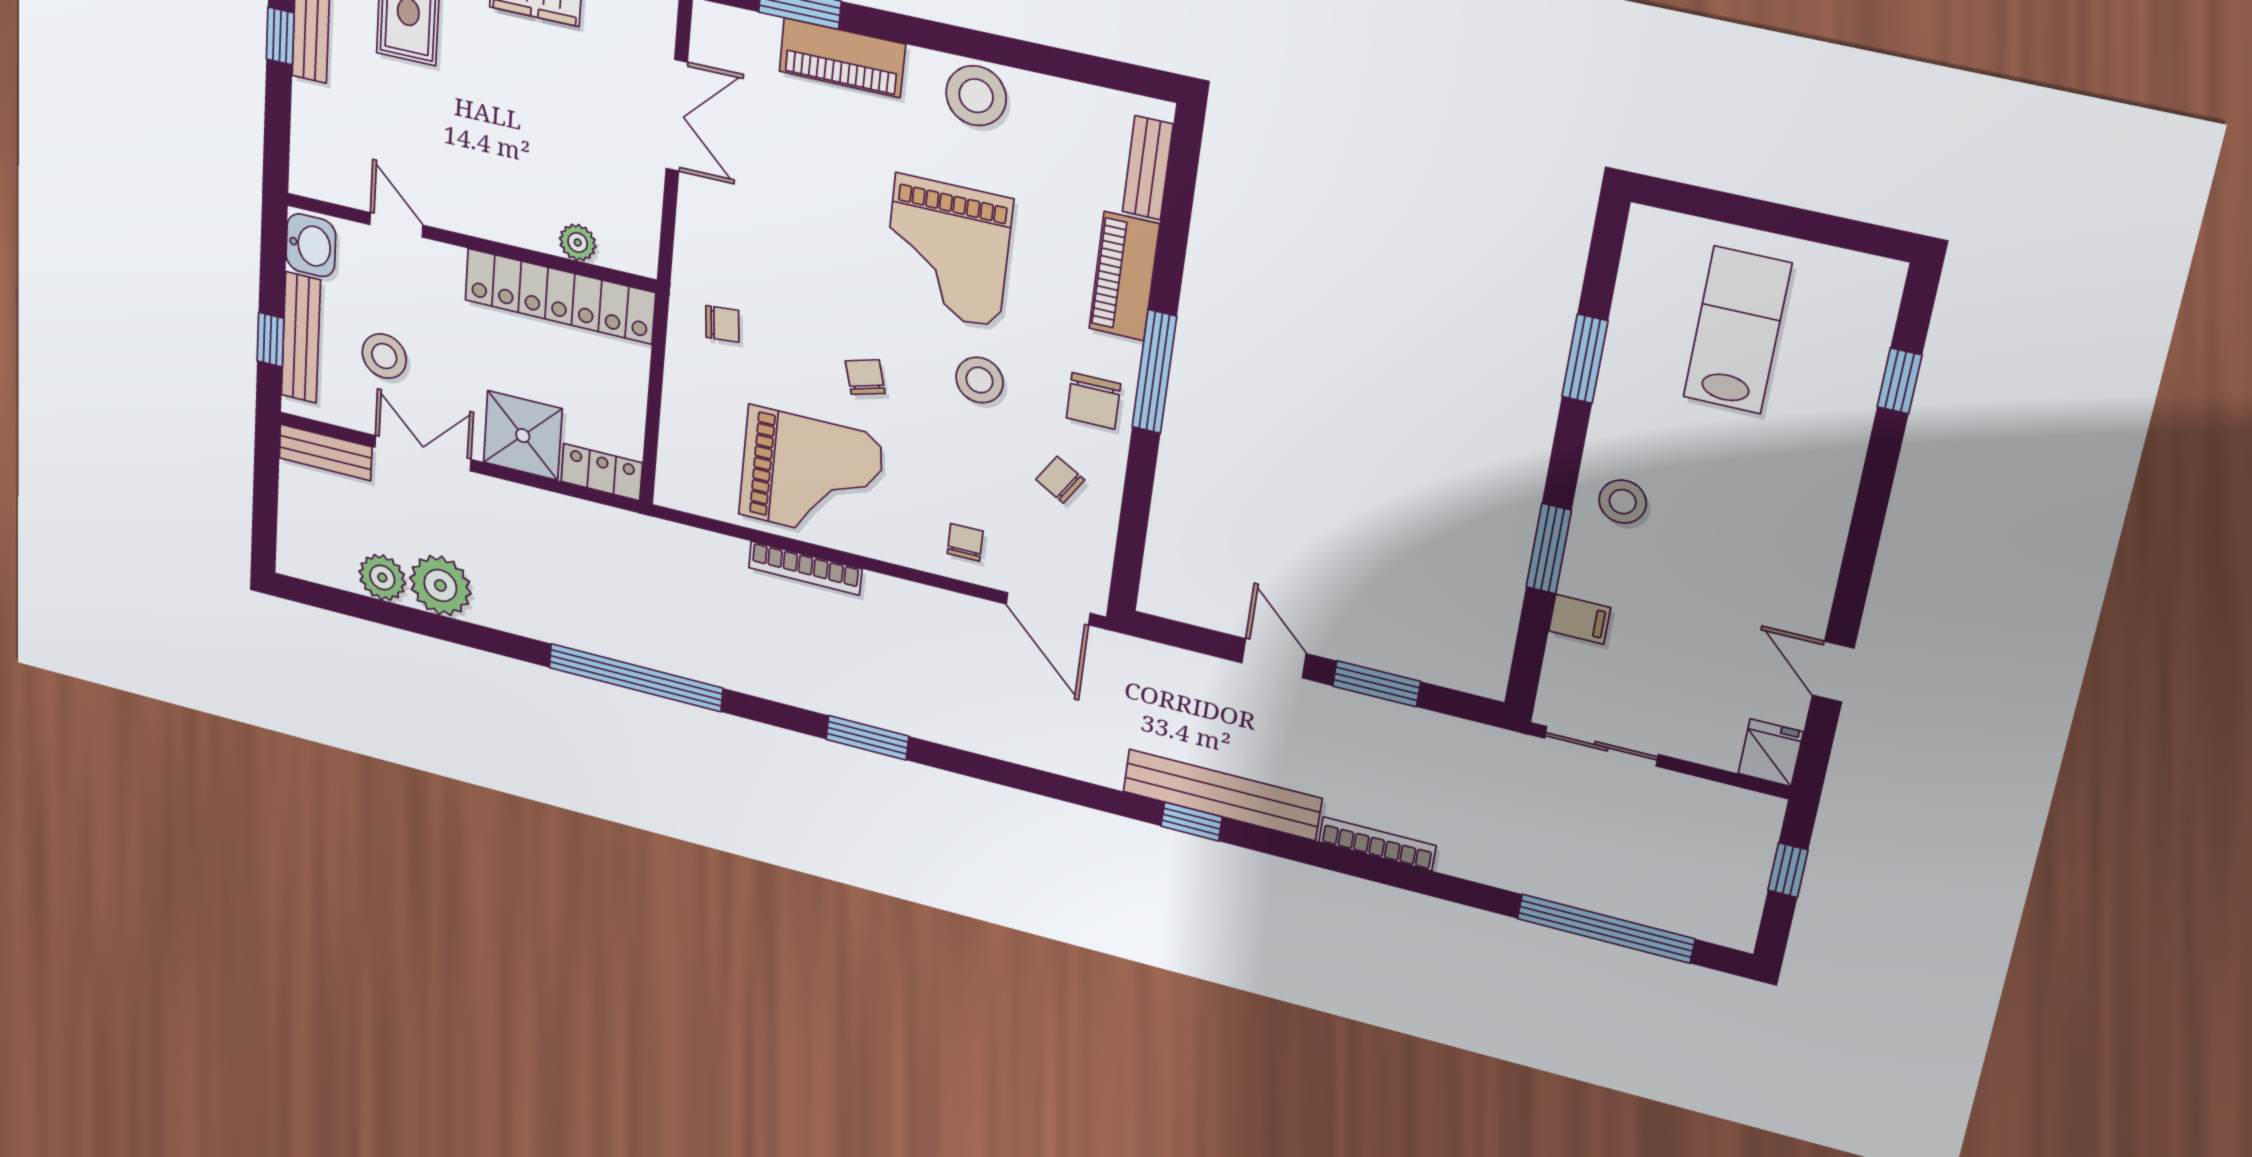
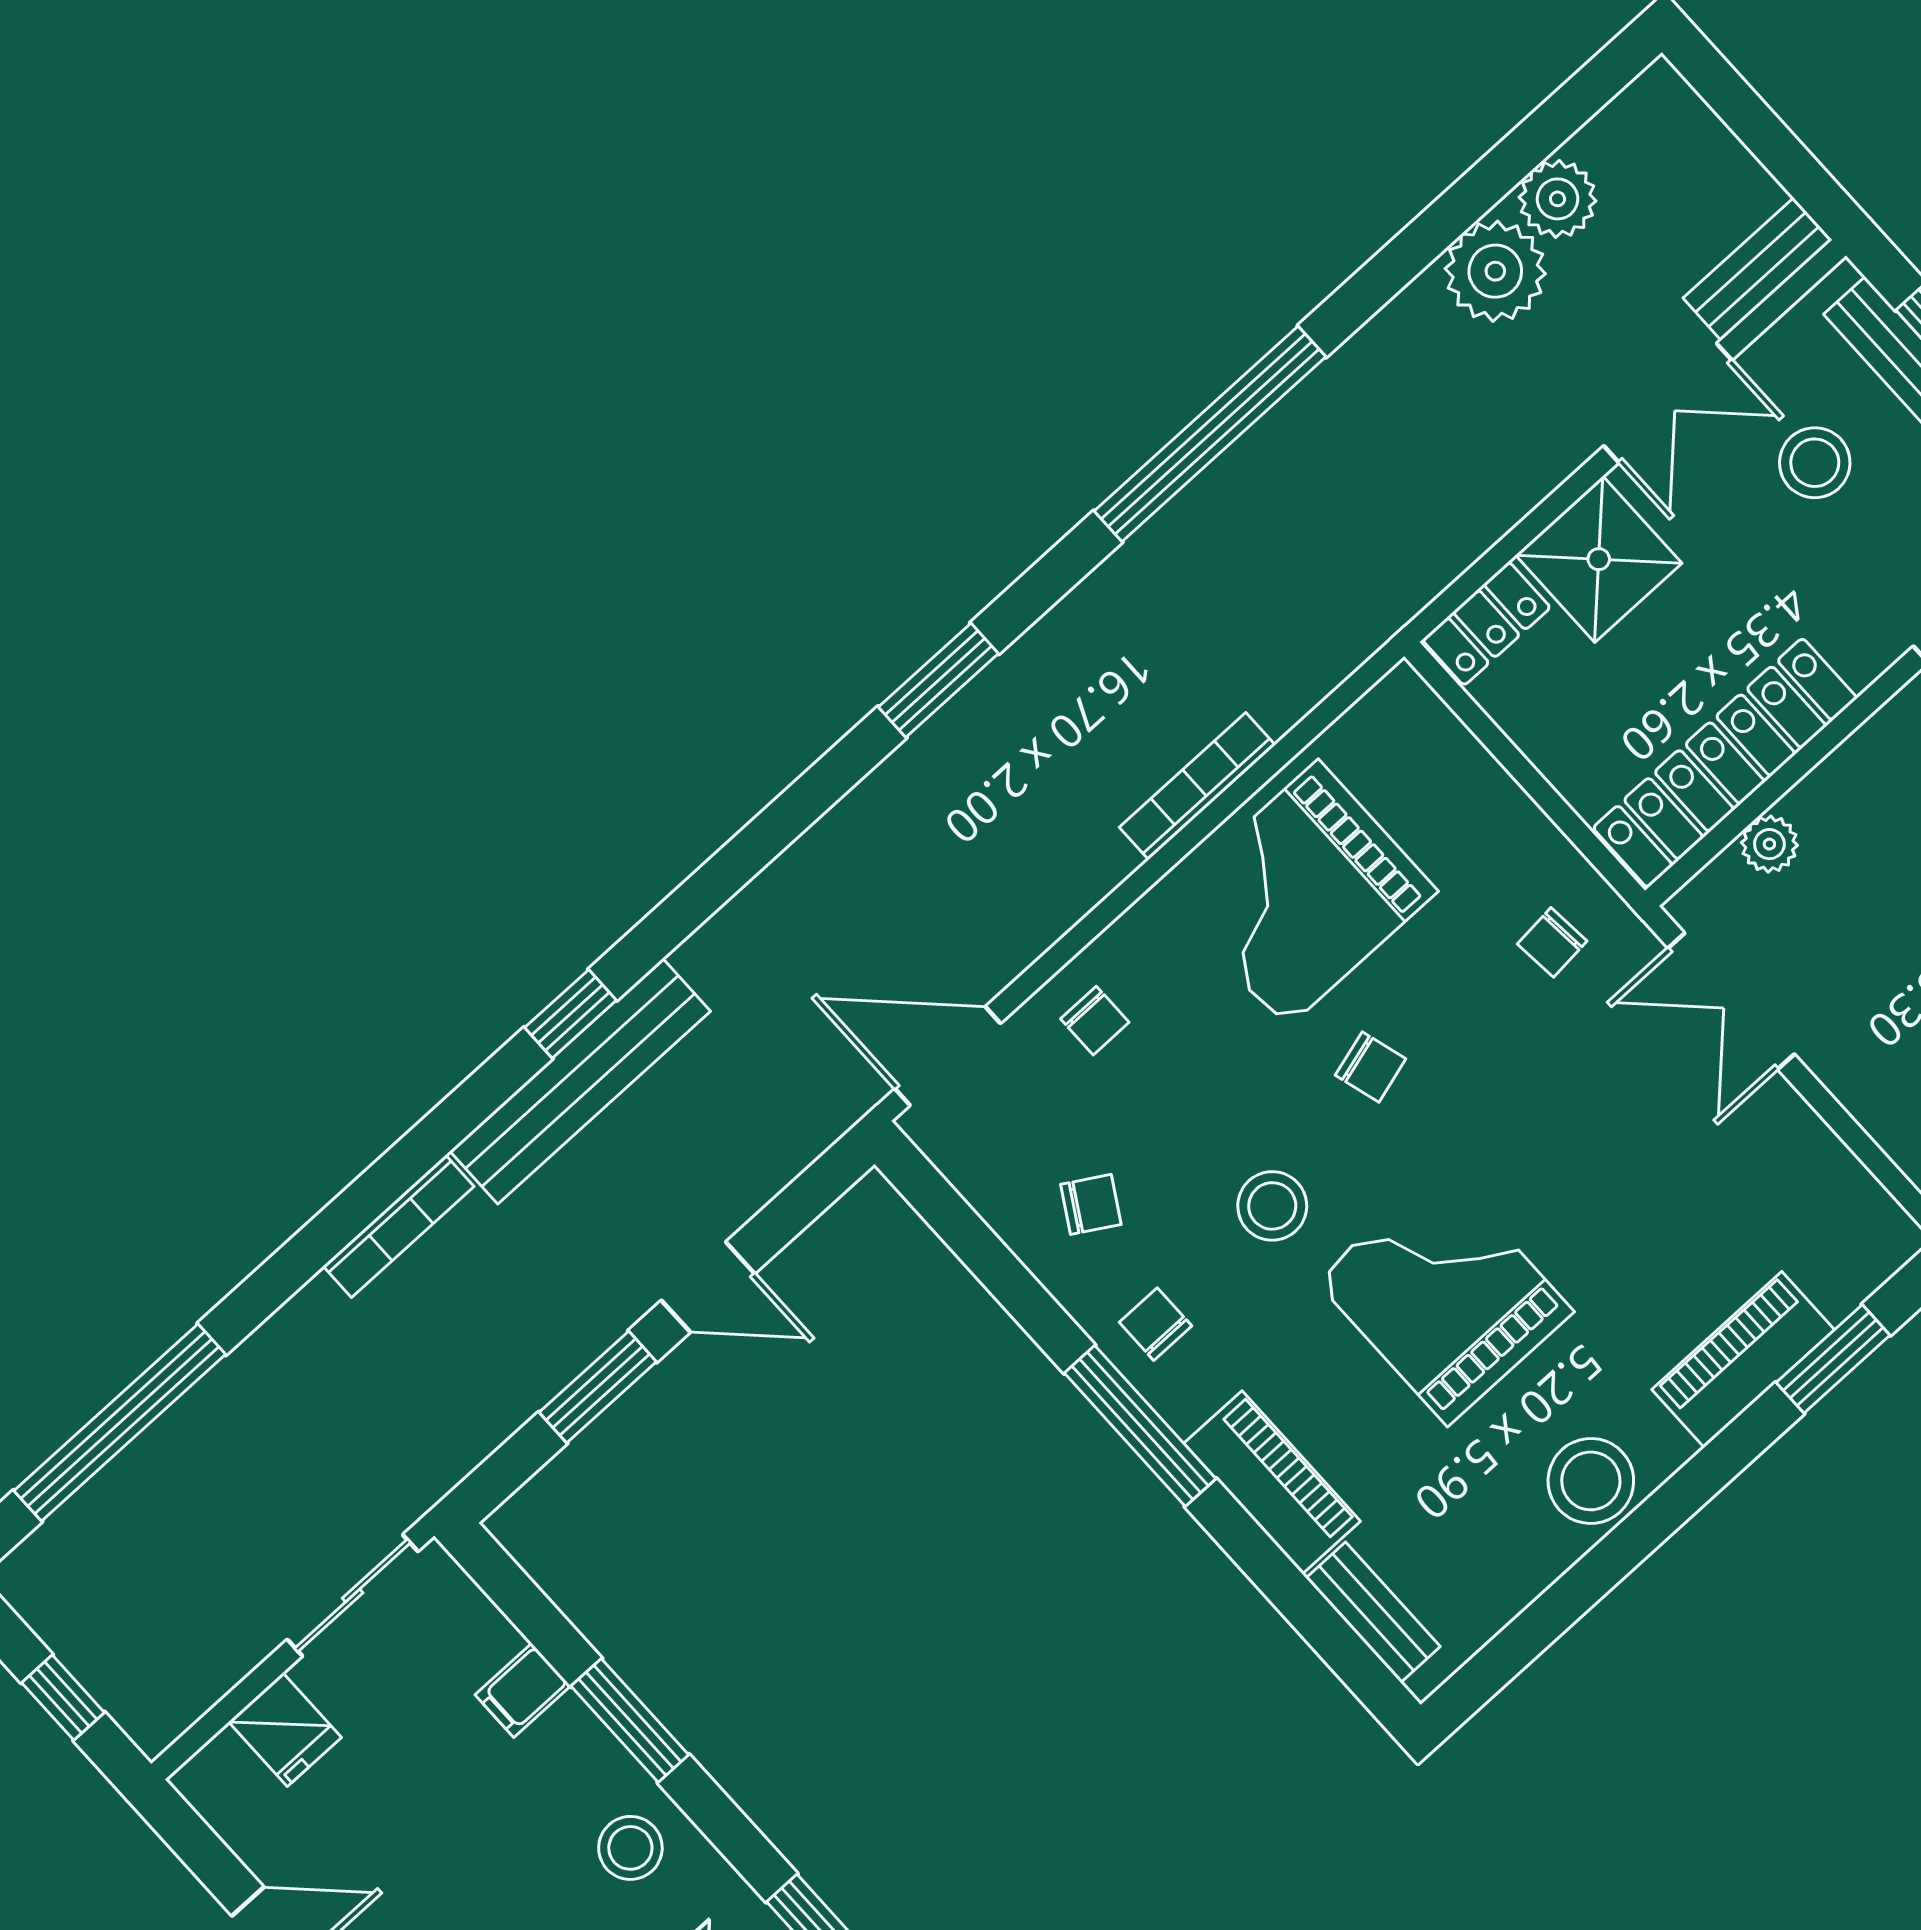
double door: (677, 116) -> (1731, 1001), moved
chair: (1093, 401) -> (1155, 1324), width x0.73, depth x0.73
fridge: (1771, 753) -> (285, 1730), moved

